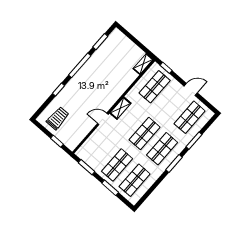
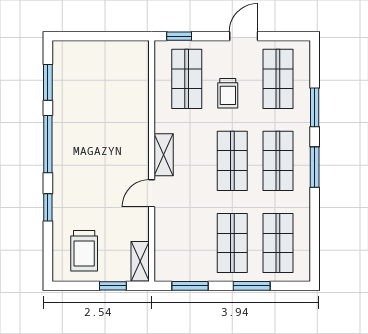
shelving: (143, 64) -> (140, 261), moved
trolley: (166, 106) -> (228, 93), added
trolley: (58, 118) -> (84, 251), turned 180

